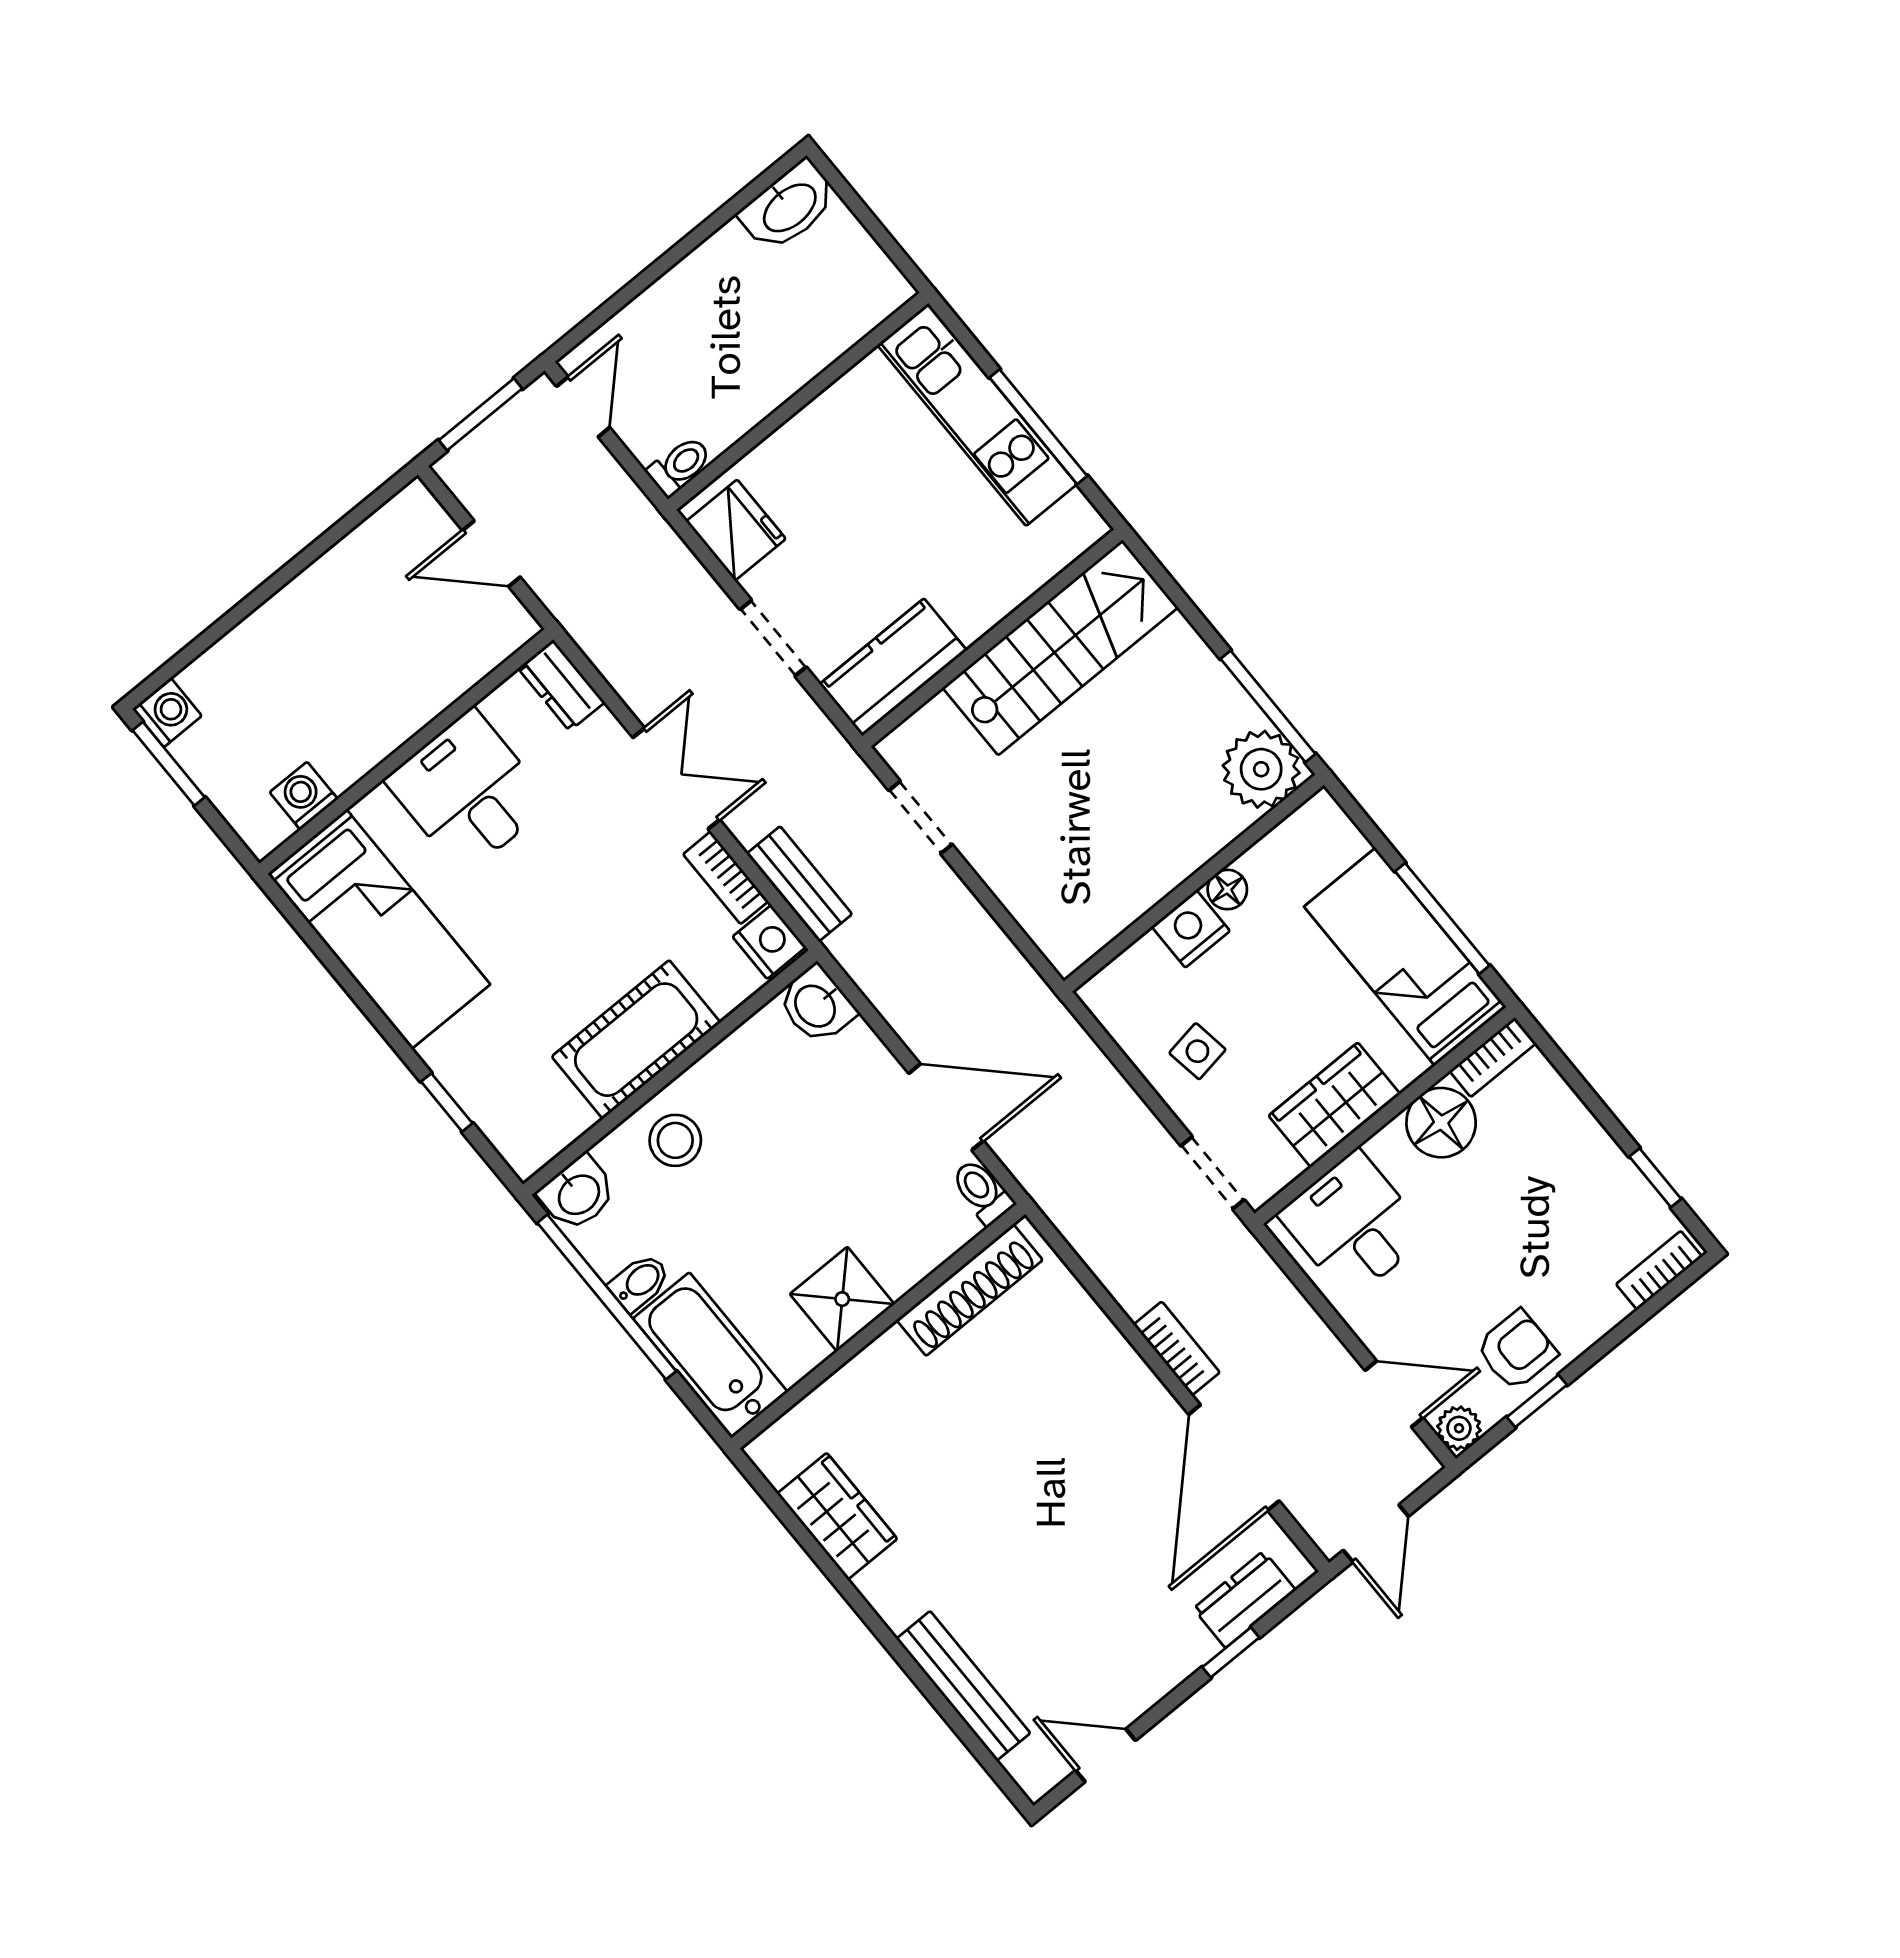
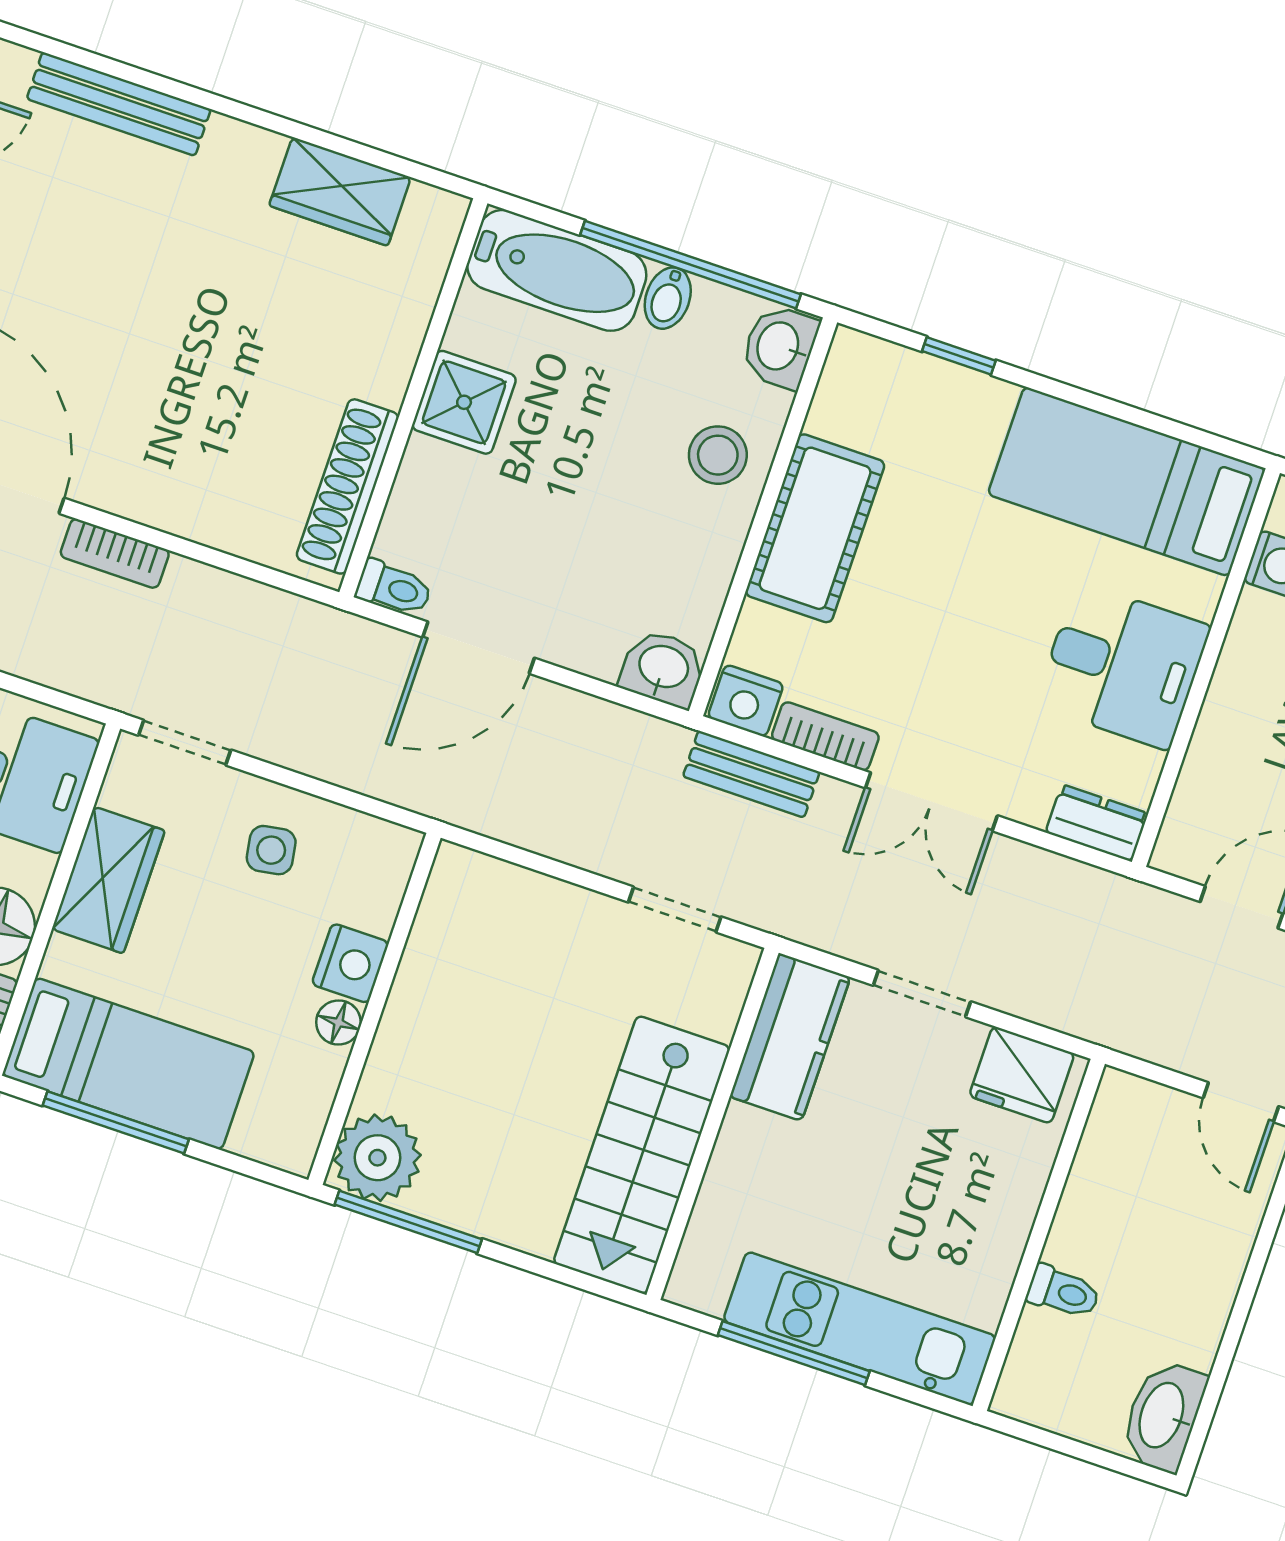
toilet: (679, 466) -> (1063, 1292), moved, turned -90

